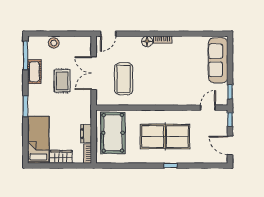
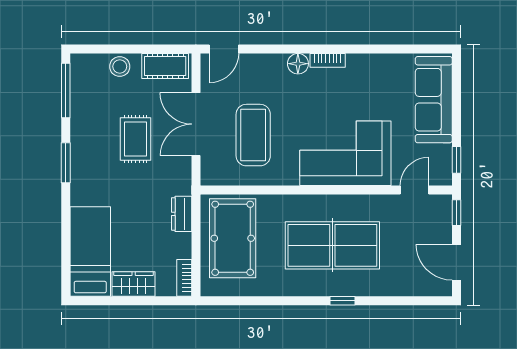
cot: (34, 72) -> (165, 66), moved, turned 90
corner sofa: (172, 88) -> (345, 153), added
window: (25, 106) -> (66, 163), moved
dresser: (86, 134) -> (182, 214), moved

